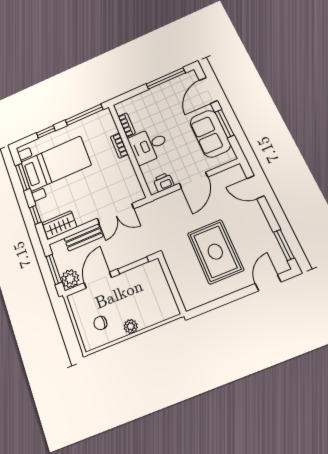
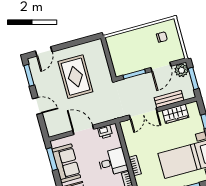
window: (224, 124) -> (52, 159), moved
door: (194, 180) -> (83, 130), hinge flipped
door: (256, 187) -> (37, 106), moved
double door: (115, 214) -> (143, 114), swing flipped
wardrobe: (60, 225) -> (175, 114), moved
plant: (131, 326) -> (141, 33), removed

